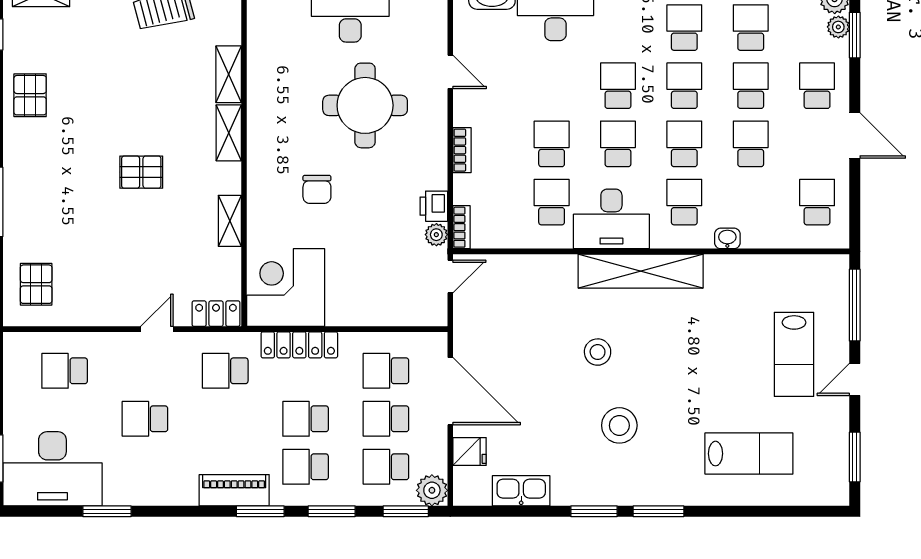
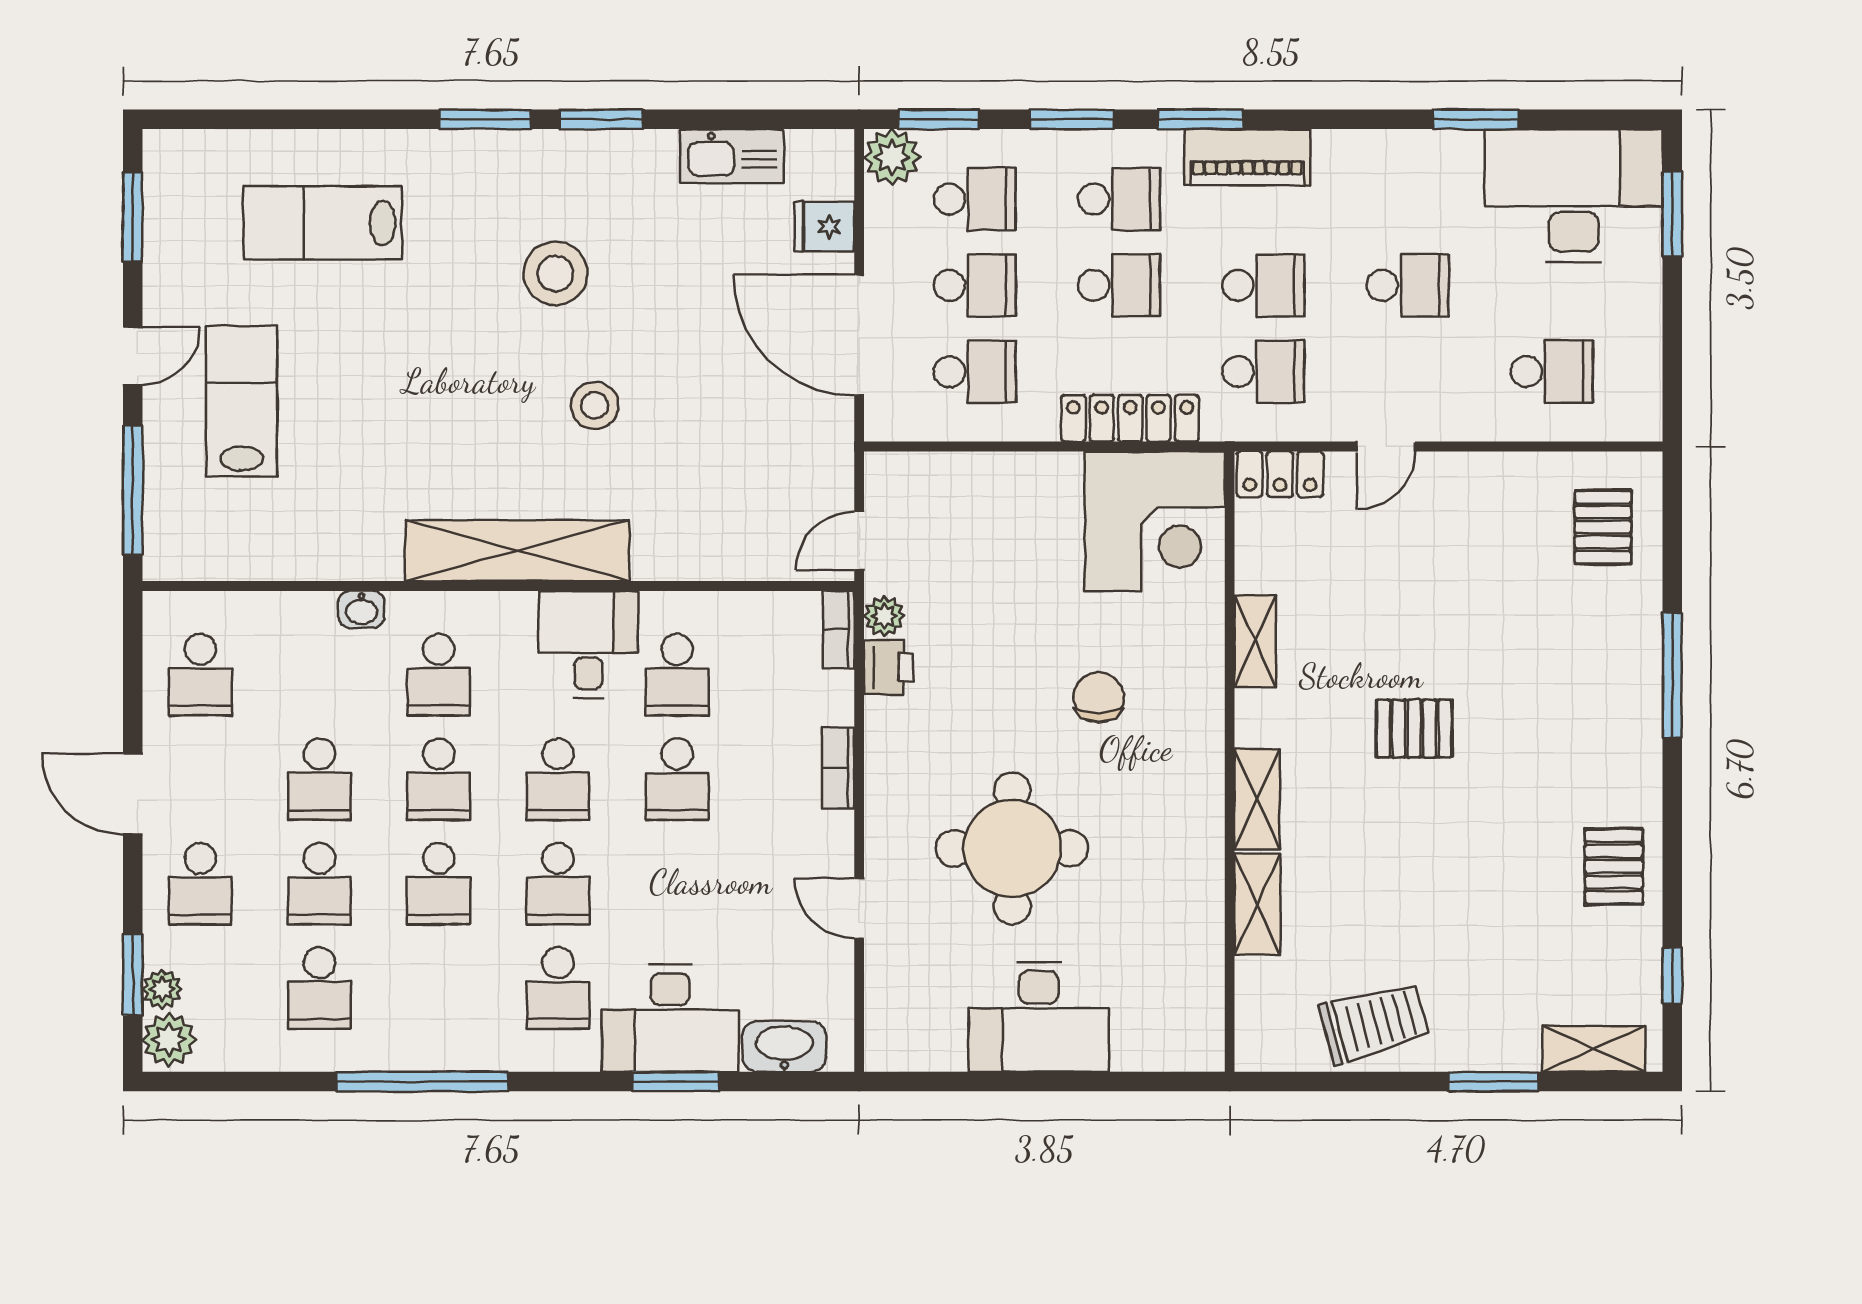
school desk: (684, 28) -> (558, 988), moved
desk: (611, 219) -> (588, 644), width x0.73
school desk: (225, 419) -> (1263, 285), added

